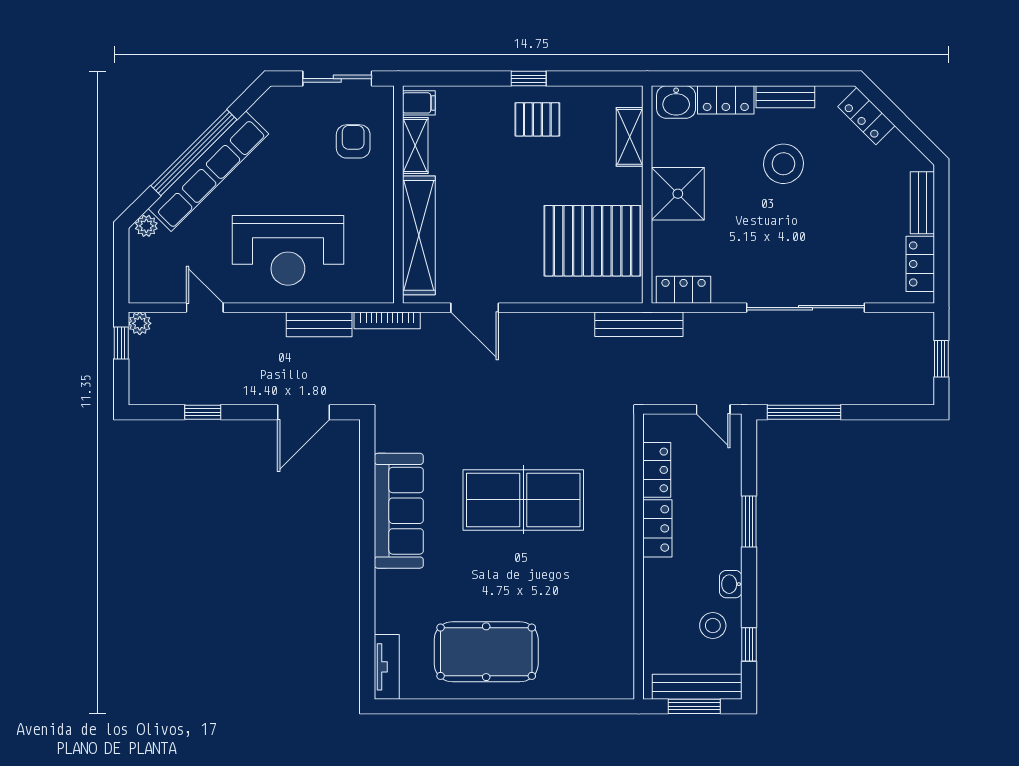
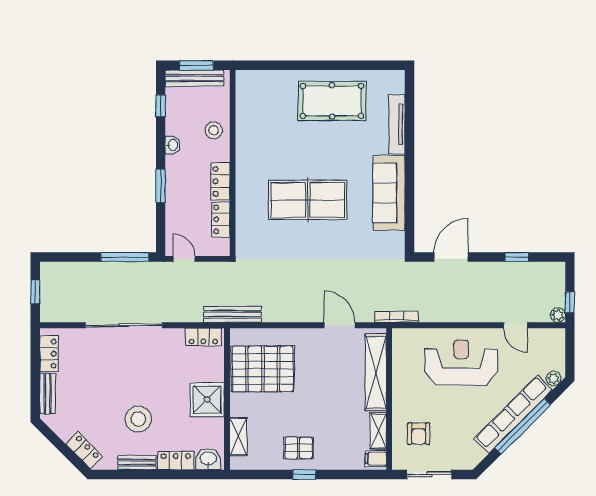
bench: (319, 324) -> (441, 314), removed
stool: (713, 626) -> (214, 130), moved
tv unit: (387, 667) -> (397, 124), moved, width x1.41

